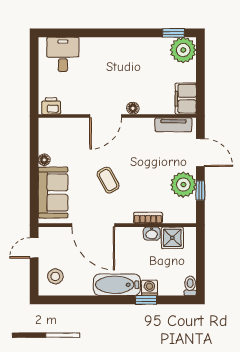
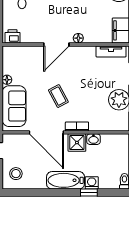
bookcase: (148, 218) -> (77, 126), moved
shower: (172, 238) -> (77, 143), moved

